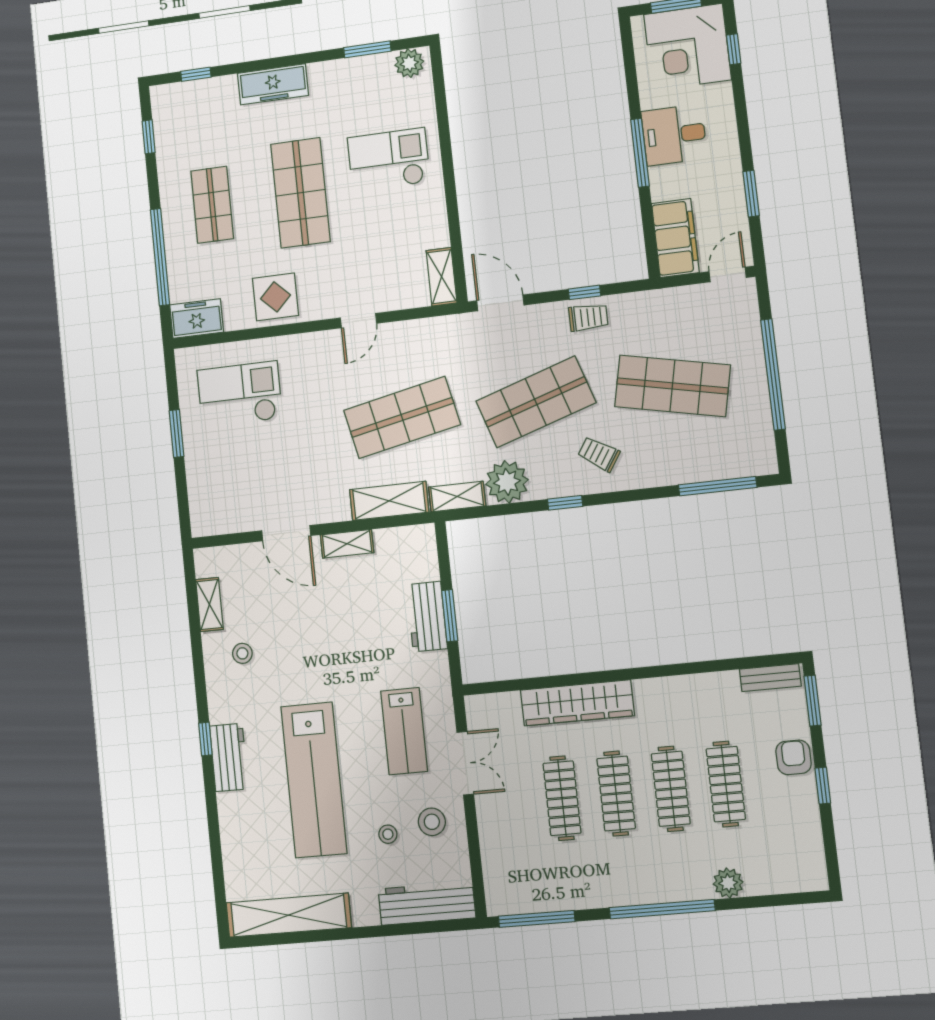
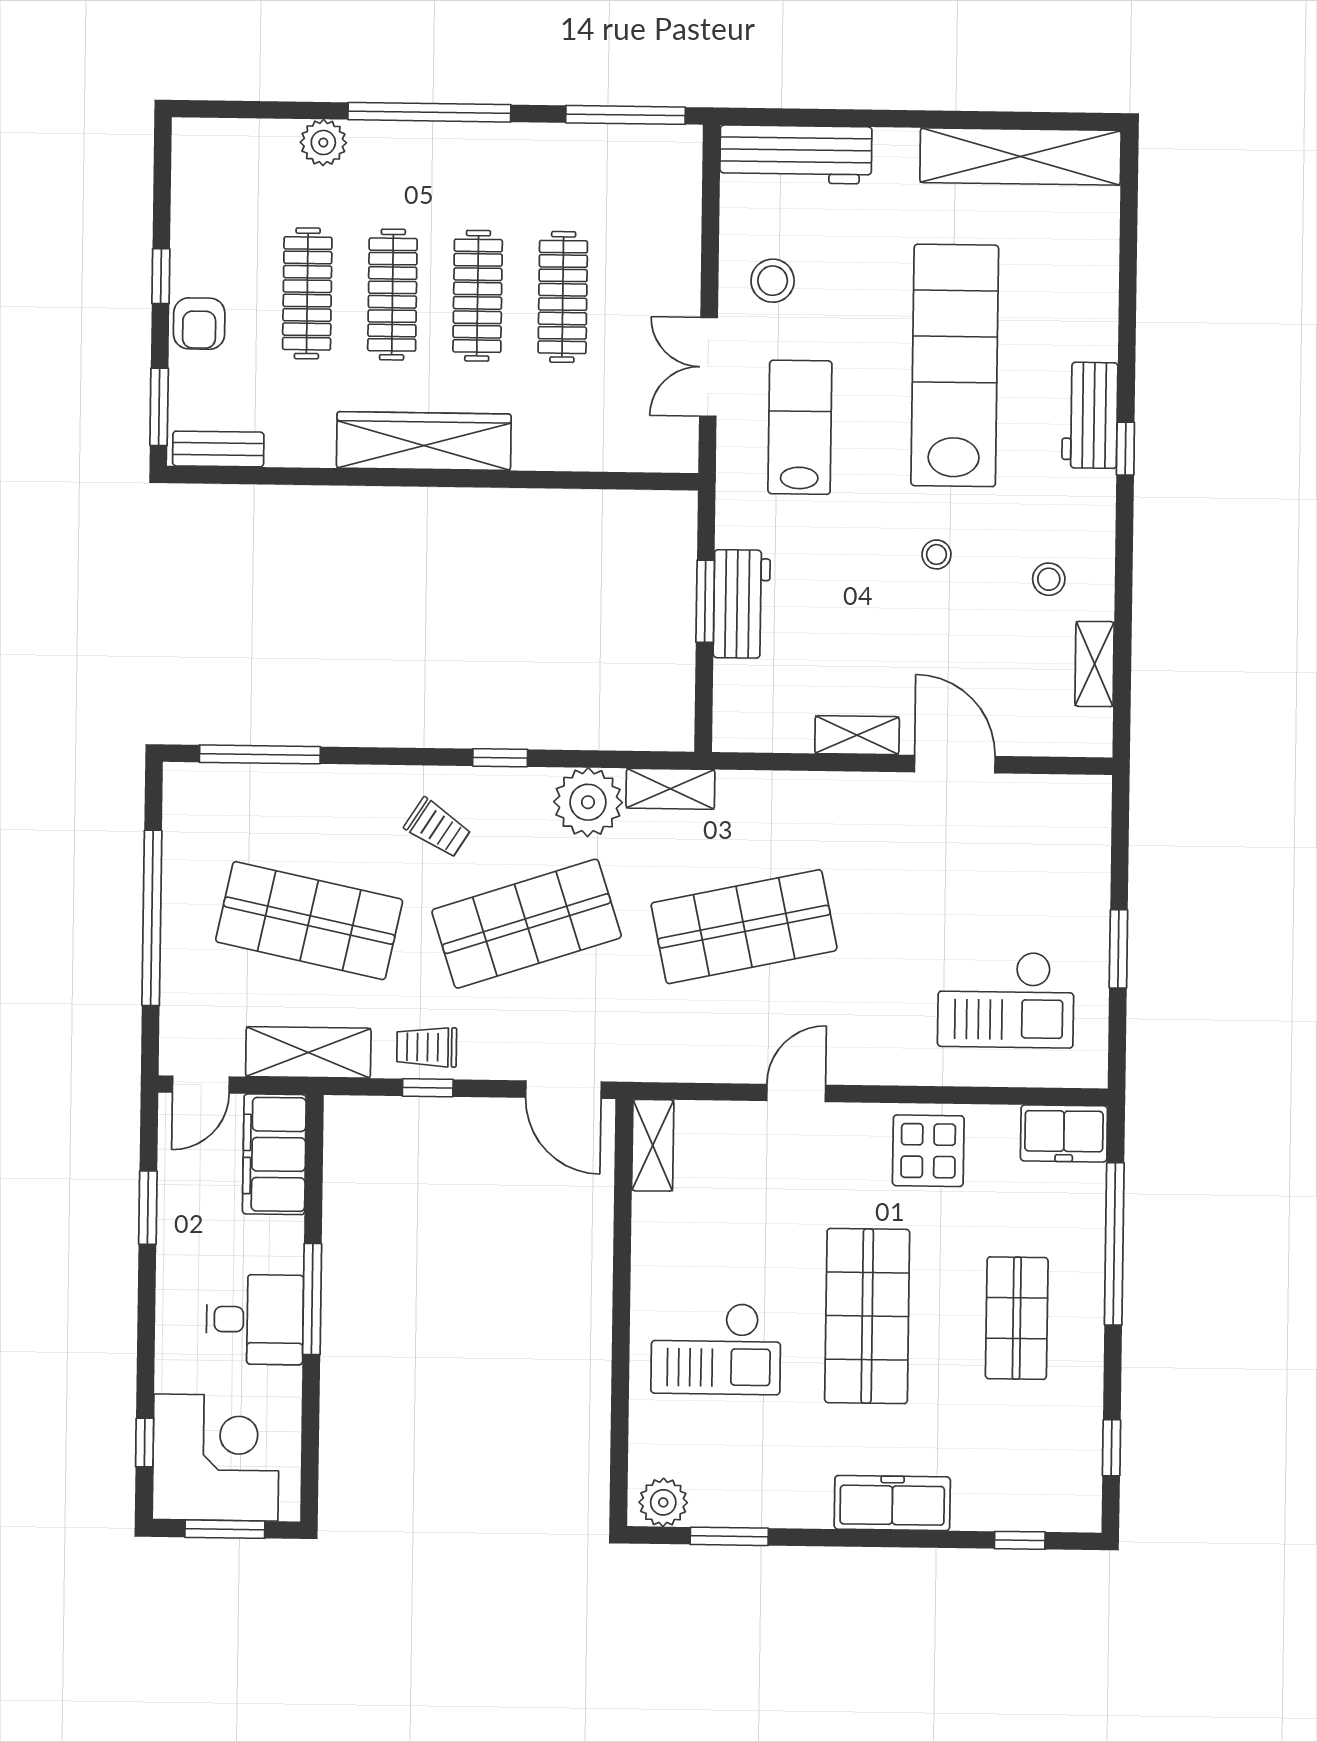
shelving: (389, 501) -> (308, 1052), moved
wardrobe: (577, 703) -> (424, 441), moved
stool: (388, 834) -> (936, 554), moved

